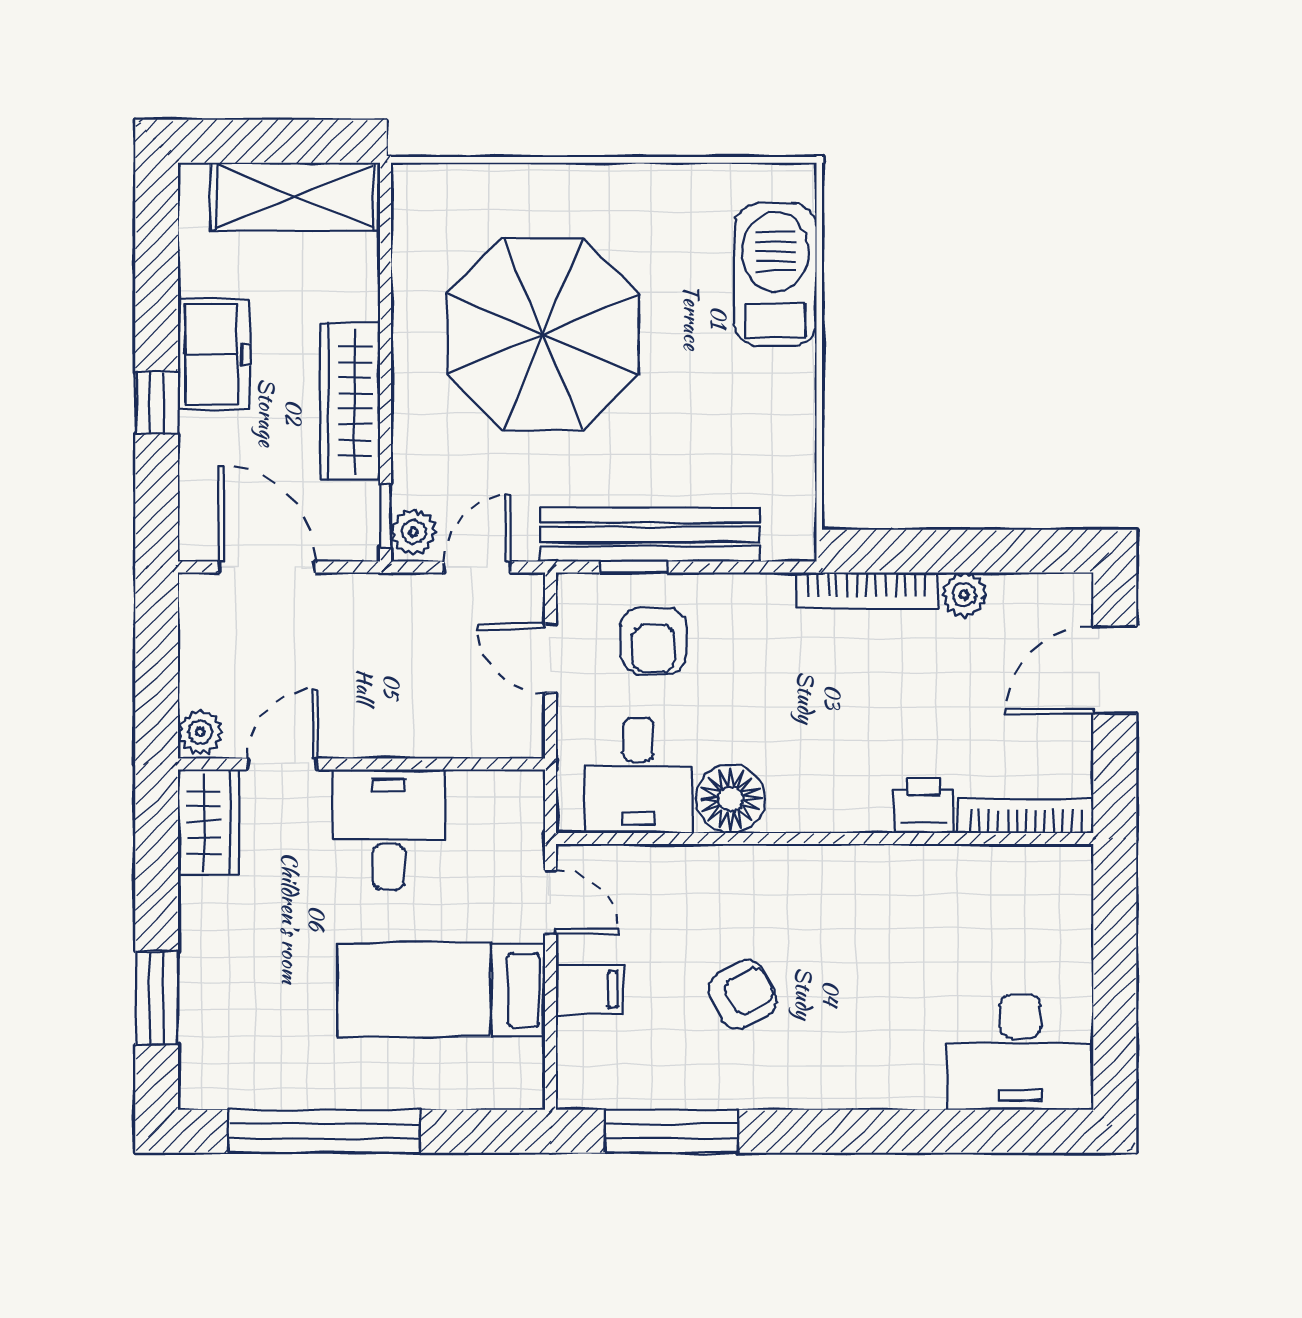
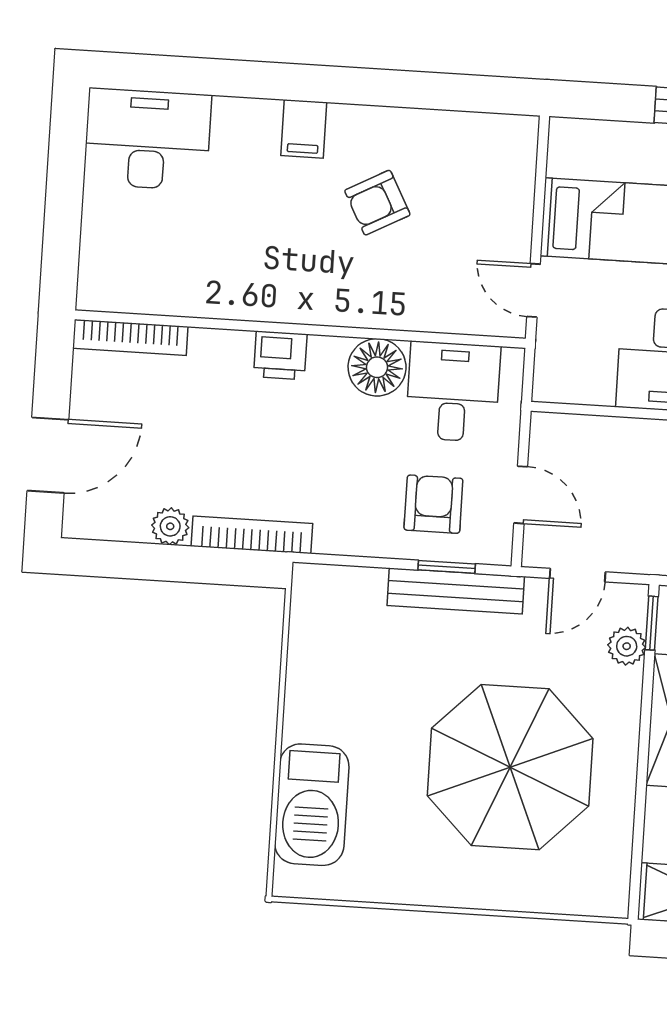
plant: (413, 532) -> (627, 646), moved
bench: (650, 534) -> (456, 591), width x0.73, depth x0.82
printer: (924, 806) -> (280, 355), moved
filing cabinet: (589, 990) -> (304, 129), moved, turned -90
window: (671, 1131) -> (444, 91), removed

